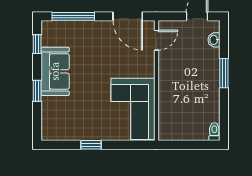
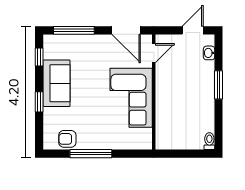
corner sofa: (133, 109) -> (131, 98), moved
armchair: (67, 129) -> (67, 139), added
window: (91, 145) -> (91, 154), width x2.17

